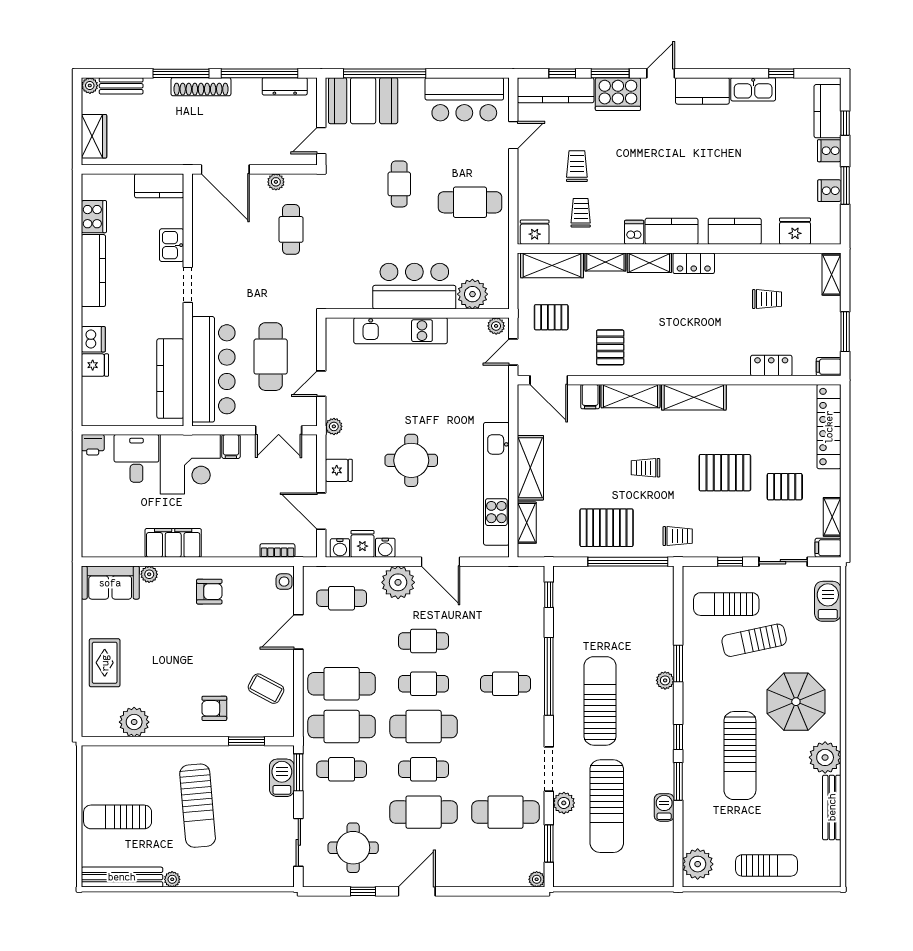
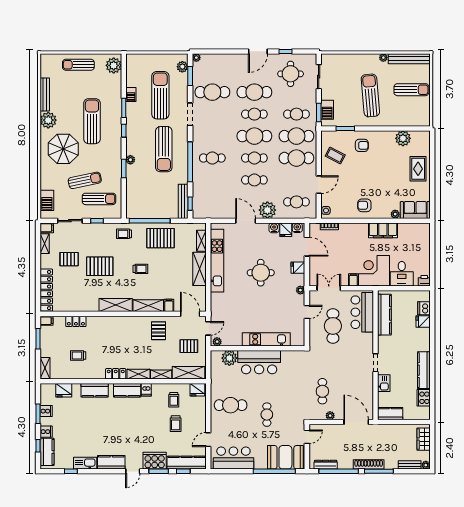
dishwasher: (93, 339) -> (424, 308), moved
bar counter: (213, 369) -> (362, 312), width x0.73
bench: (562, 599) -> (183, 201), added
plant: (564, 803) -> (182, 67), moved

